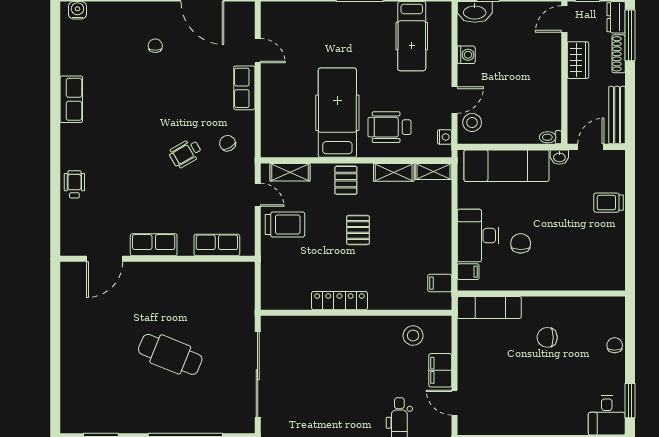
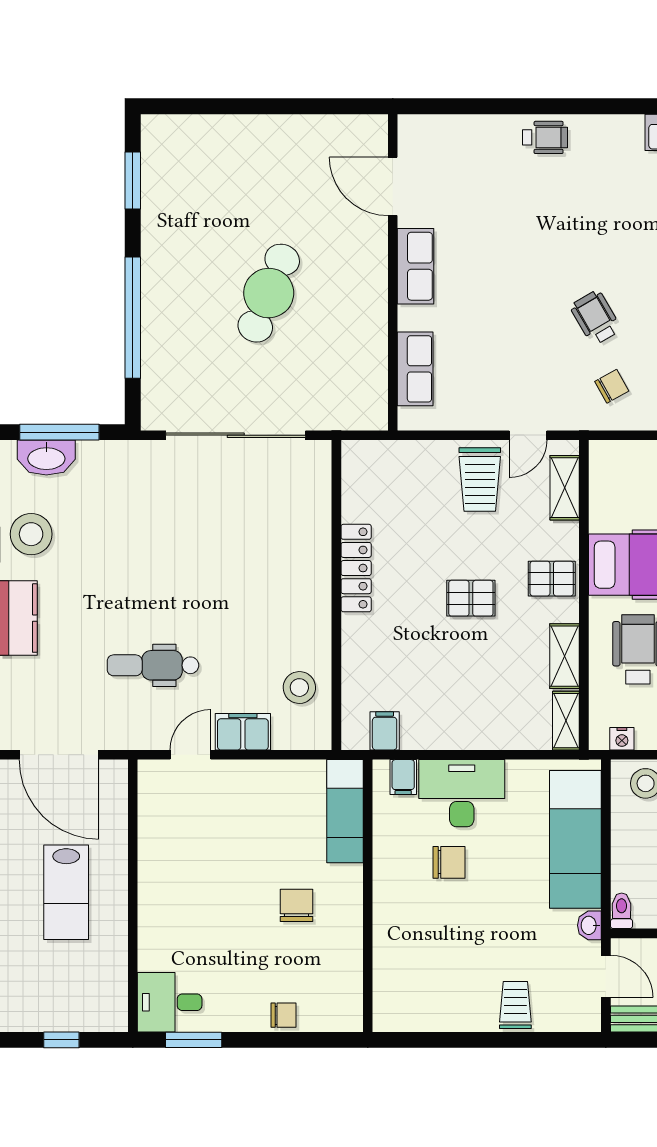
row of seats: (154, 245) -> (416, 266), moved
row of seats: (217, 245) -> (415, 369), moved
door: (105, 259) -> (393, 186), moved
wall: (157, 259) -> (393, 272), moved

